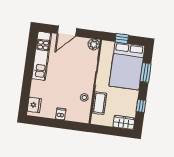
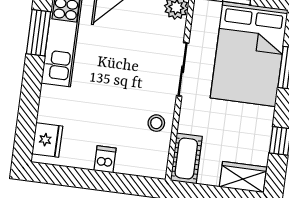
window: (31, 56) -> (38, 33), added
cot: (99, 103) -> (186, 158), moved

